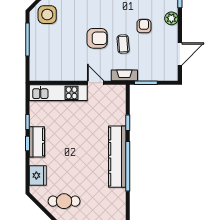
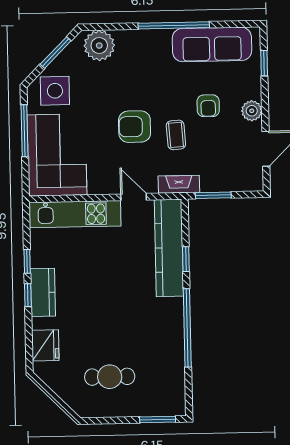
plant: (171, 18) -> (252, 111), moved
armchair: (144, 26) -> (208, 106), turned 180
armchair: (97, 38) -> (135, 127), turned 180
corner sofa: (48, 55) -> (57, 155), added
kitchen counter: (117, 157) -> (169, 248), moved
cafe table: (64, 201) -> (110, 377), moved

